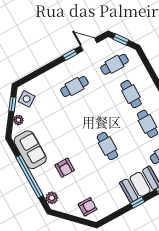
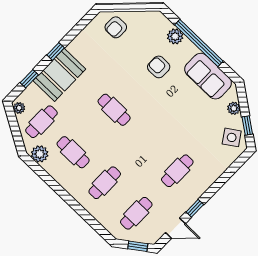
cafe table: (131, 94) -> (105, 183), turned 90
plant: (52, 198) -> (175, 36), moved

